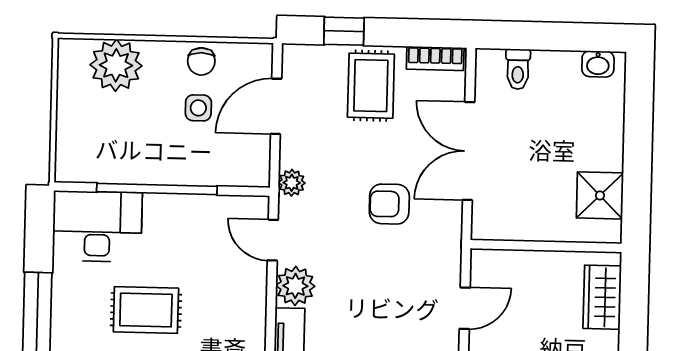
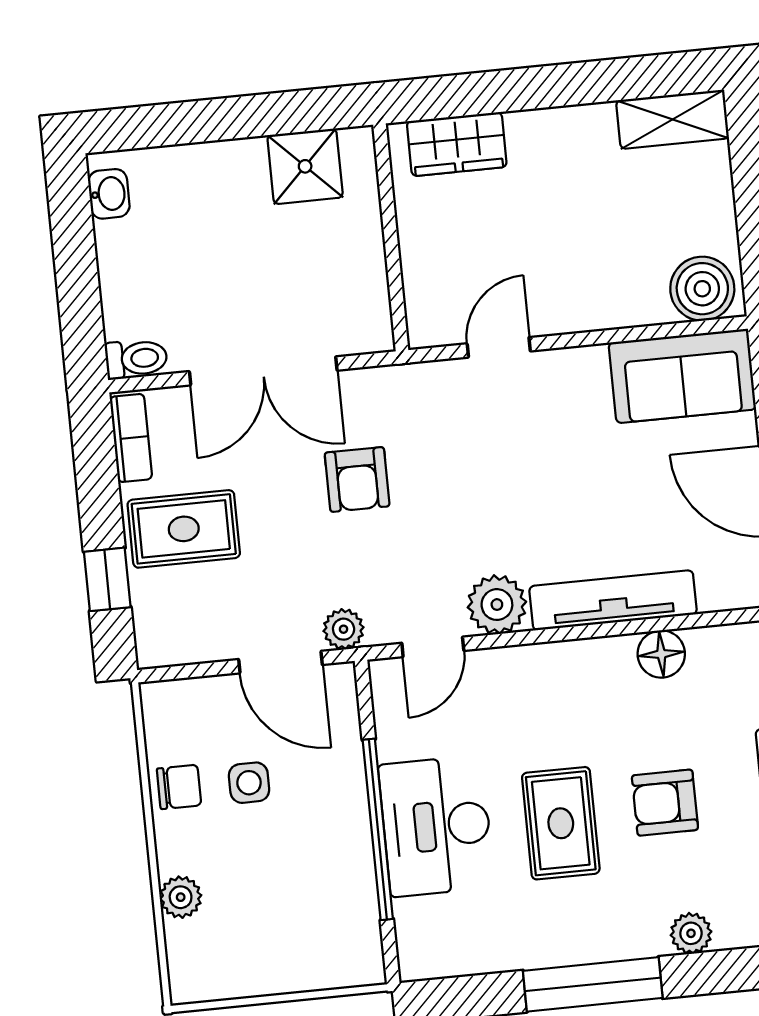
plant: (116, 65) -> (181, 897), width x0.53, depth x0.53
toilet: (518, 69) -> (136, 359), moved
door: (276, 106) -> (280, 662), moved
desk: (97, 226) -> (436, 826), moved
door: (465, 308) -> (499, 347), hinge flipped

